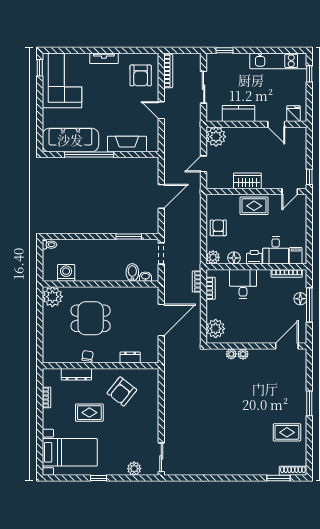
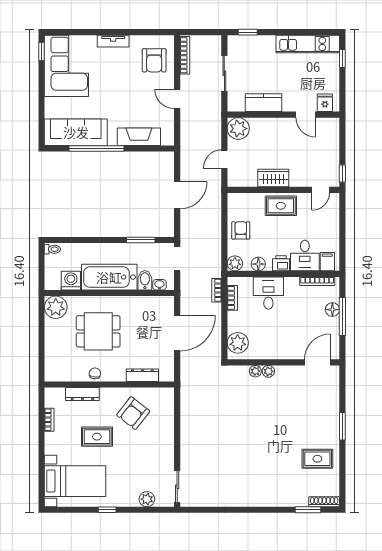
bathtub: (100, 270) -> (109, 277), added
dresser: (130, 358) -> (142, 375), width x1.44

